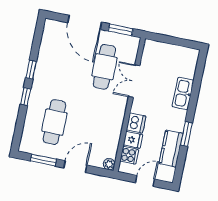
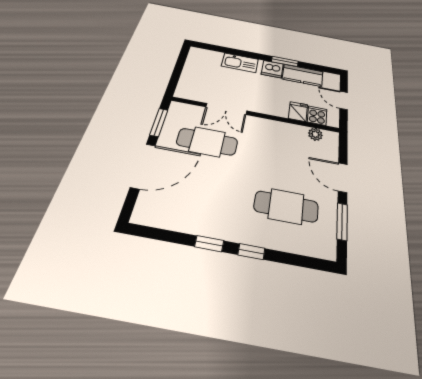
dishwasher: (136, 123) -> (272, 69), moved, turned 180
plant: (109, 164) -> (315, 134), moved

